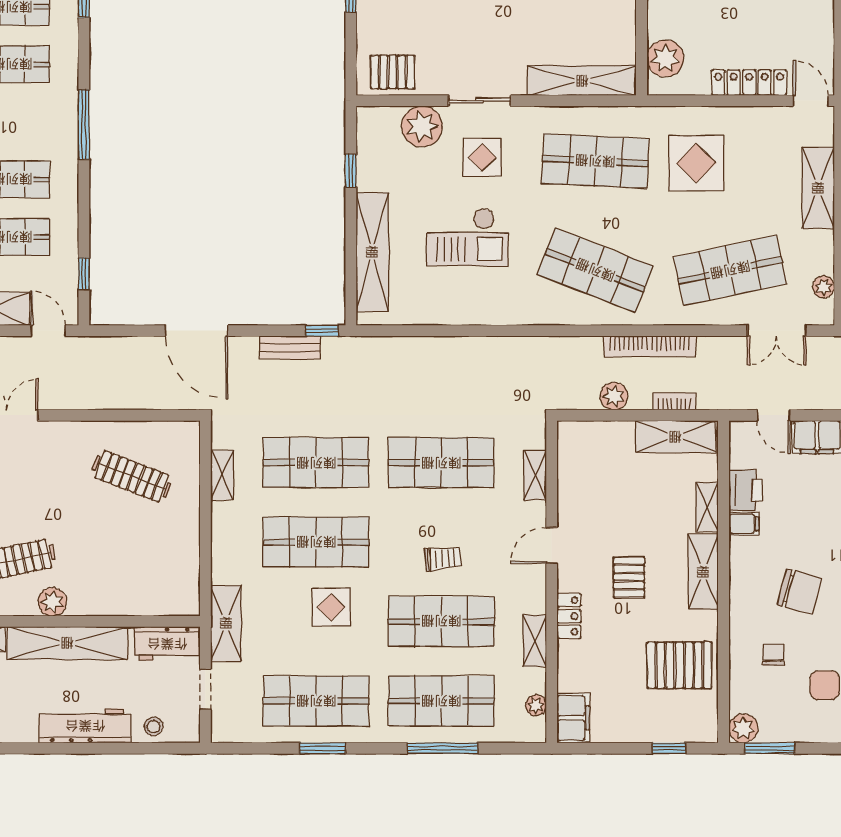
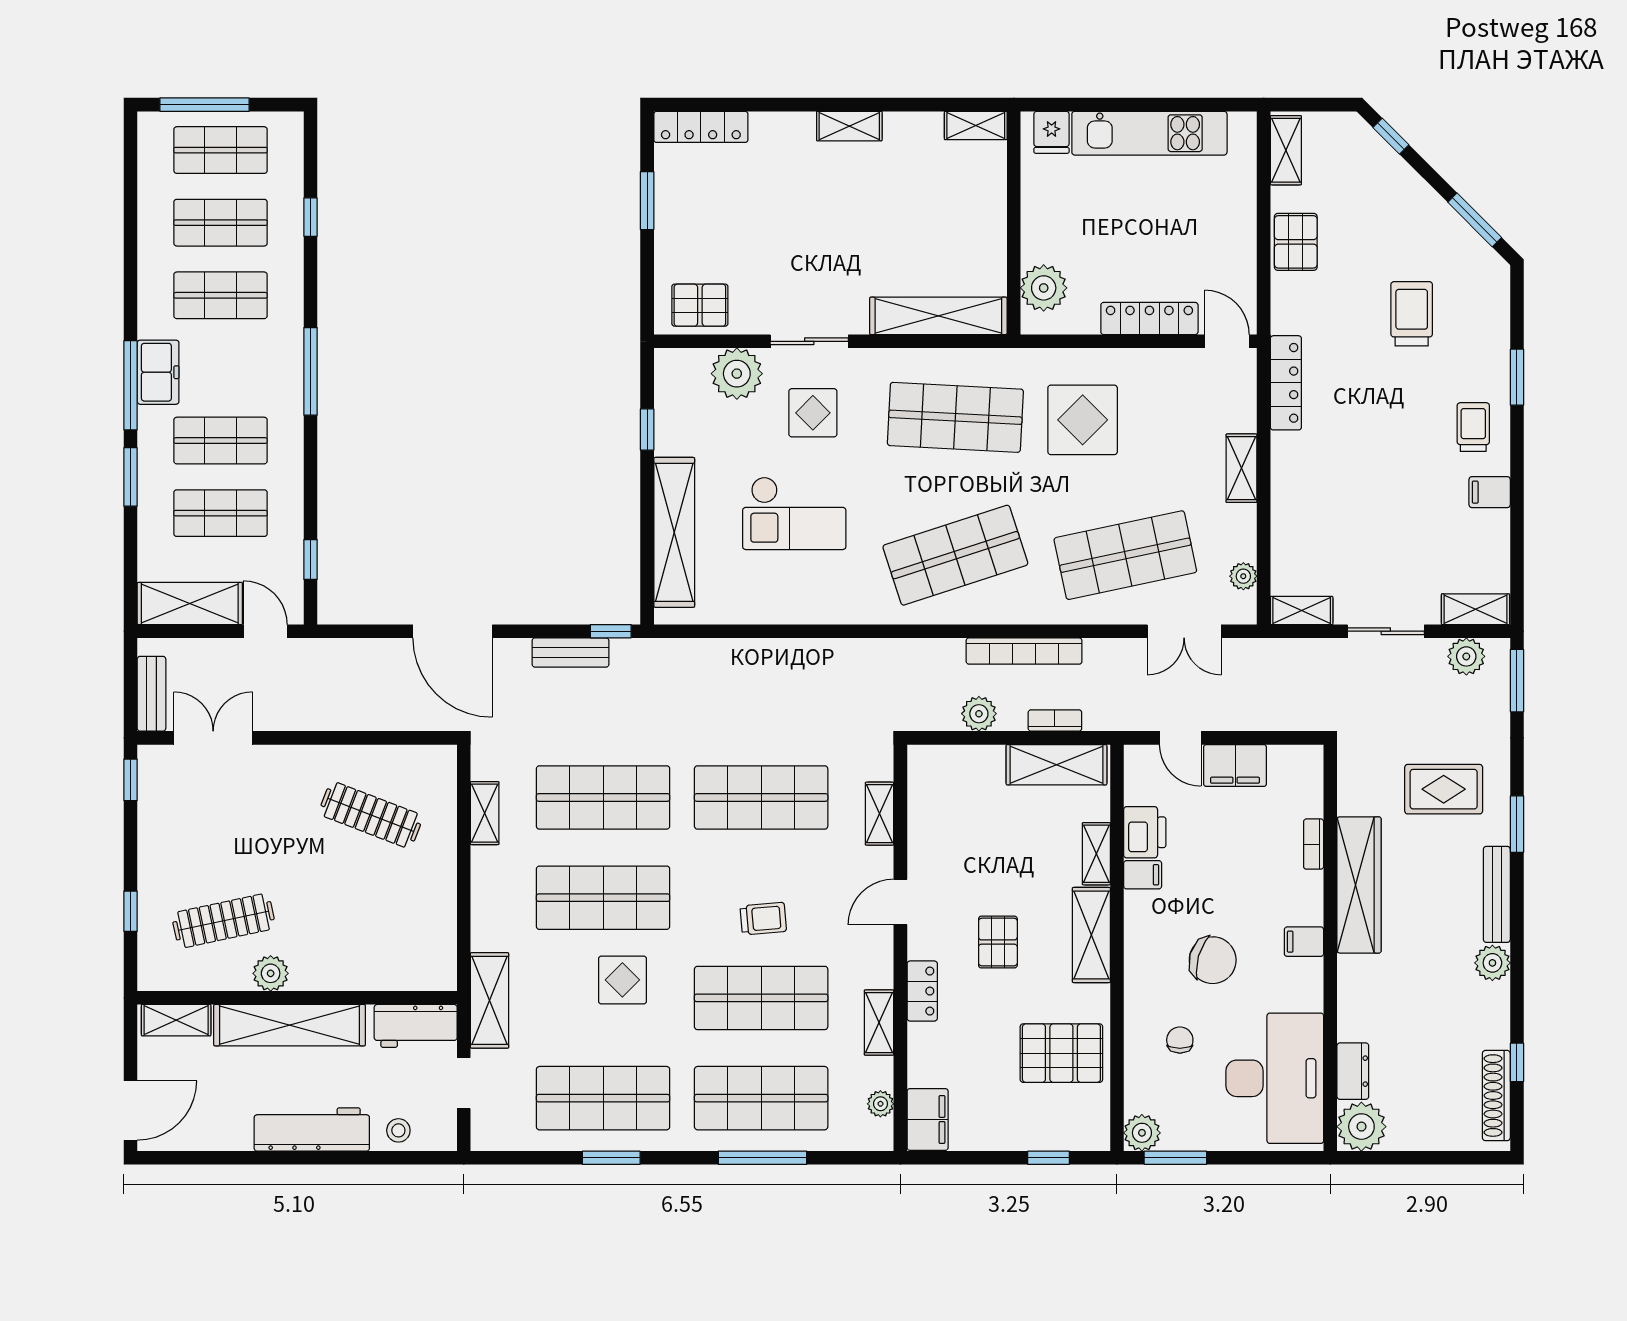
shelving: (818, 188) -> (1242, 468), width x0.67, depth x0.75
shop shelf: (595, 270) -> (955, 555), turned -39

